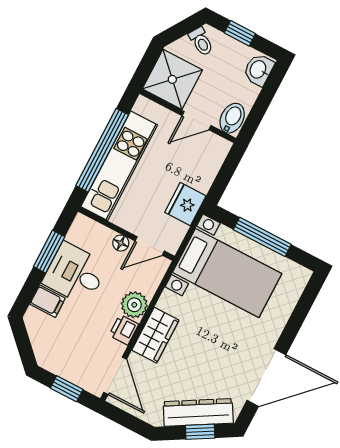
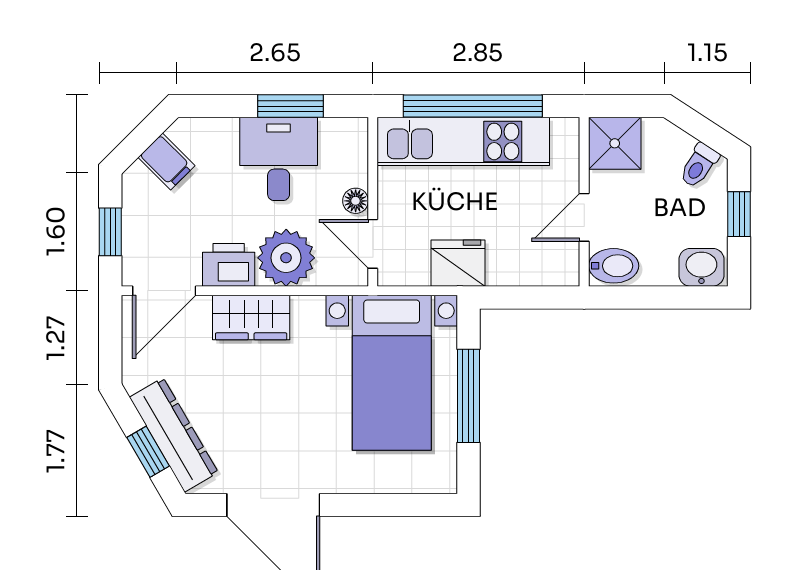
shower: (172, 79) -> (615, 143), width x0.73, depth x0.73
door: (197, 121) -> (584, 217), hinge flipped
filing cabinet: (47, 301) -> (166, 162), moved, turned -45
plant: (134, 305) -> (286, 258), width x1.36, depth x1.36
printer: (124, 330) -> (229, 265), width x1.36, depth x1.24

